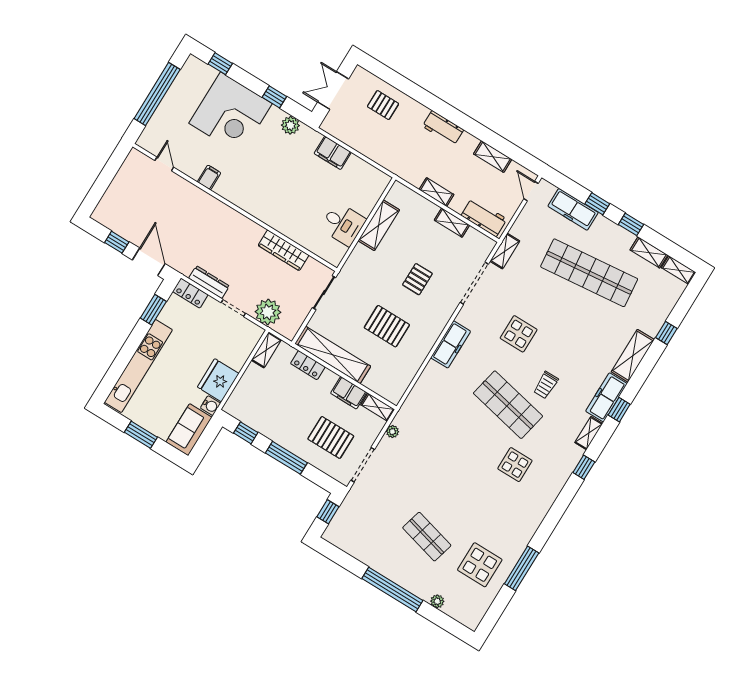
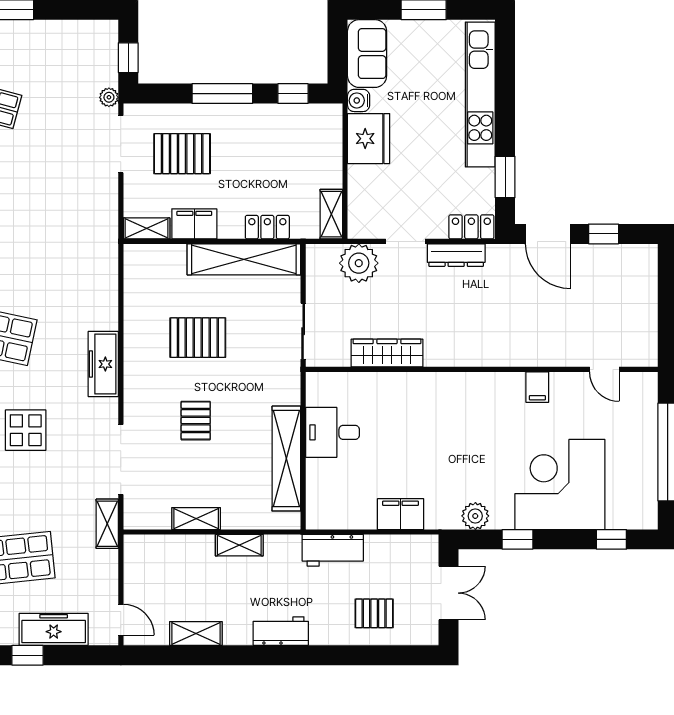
workbench: (484, 217) -> (333, 550), moved
shelving: (379, 225) -> (286, 459), width x1.47
plant: (392, 432) -> (109, 97), moved

